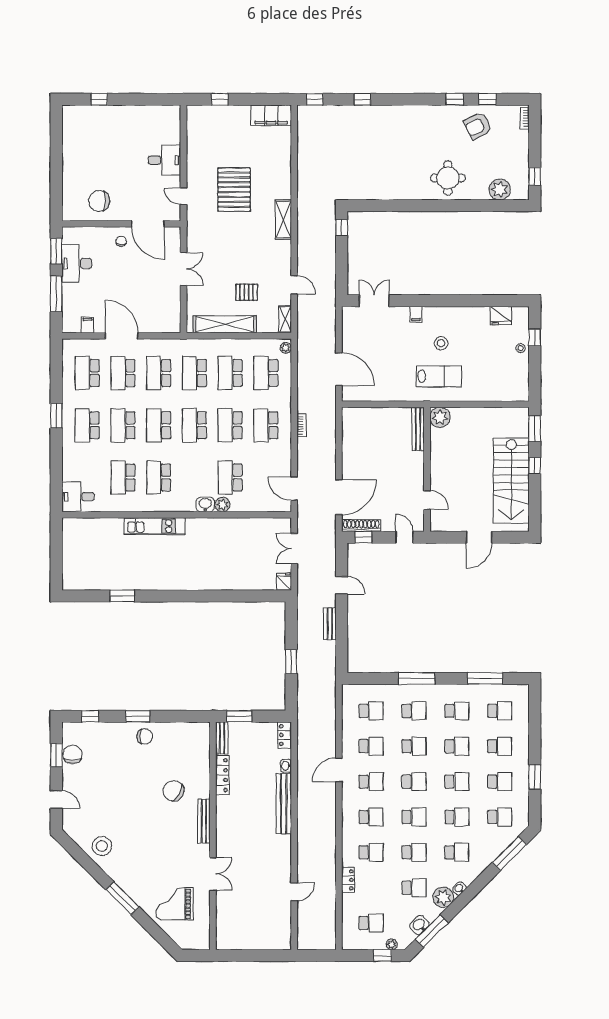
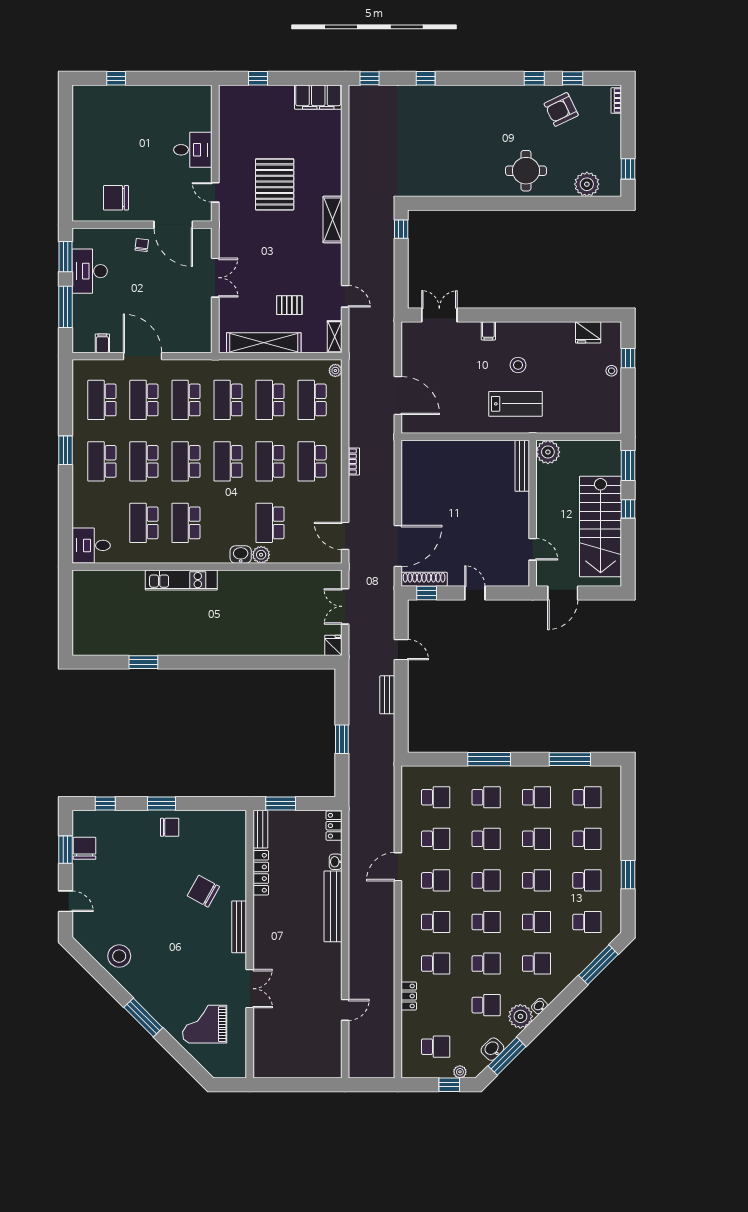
plant: (440, 417) -> (548, 452), moved
bench: (418, 429) -> (522, 466), moved
wall: (427, 469) -> (533, 513), moved
door: (427, 500) -> (533, 549), moved

